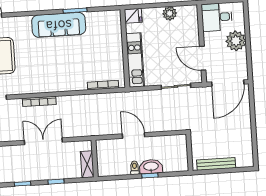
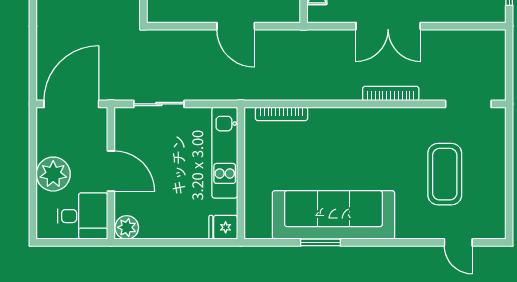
plant: (170, 13) -> (127, 227), moved
sofa: (59, 25) -> (333, 215), width x1.36, depth x1.27
door: (203, 58) -> (111, 171), moved

